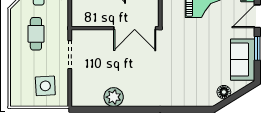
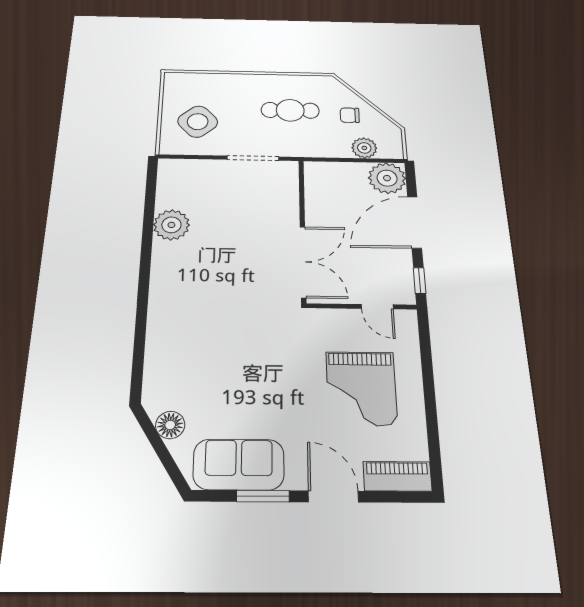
double door: (135, 28) -> (303, 262), swing flipped
side table: (45, 86) -> (198, 122), turned -38

